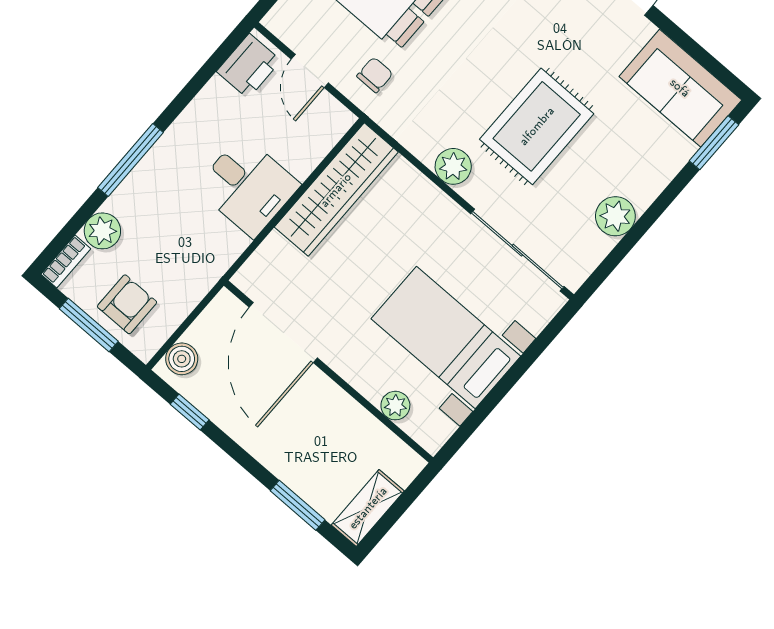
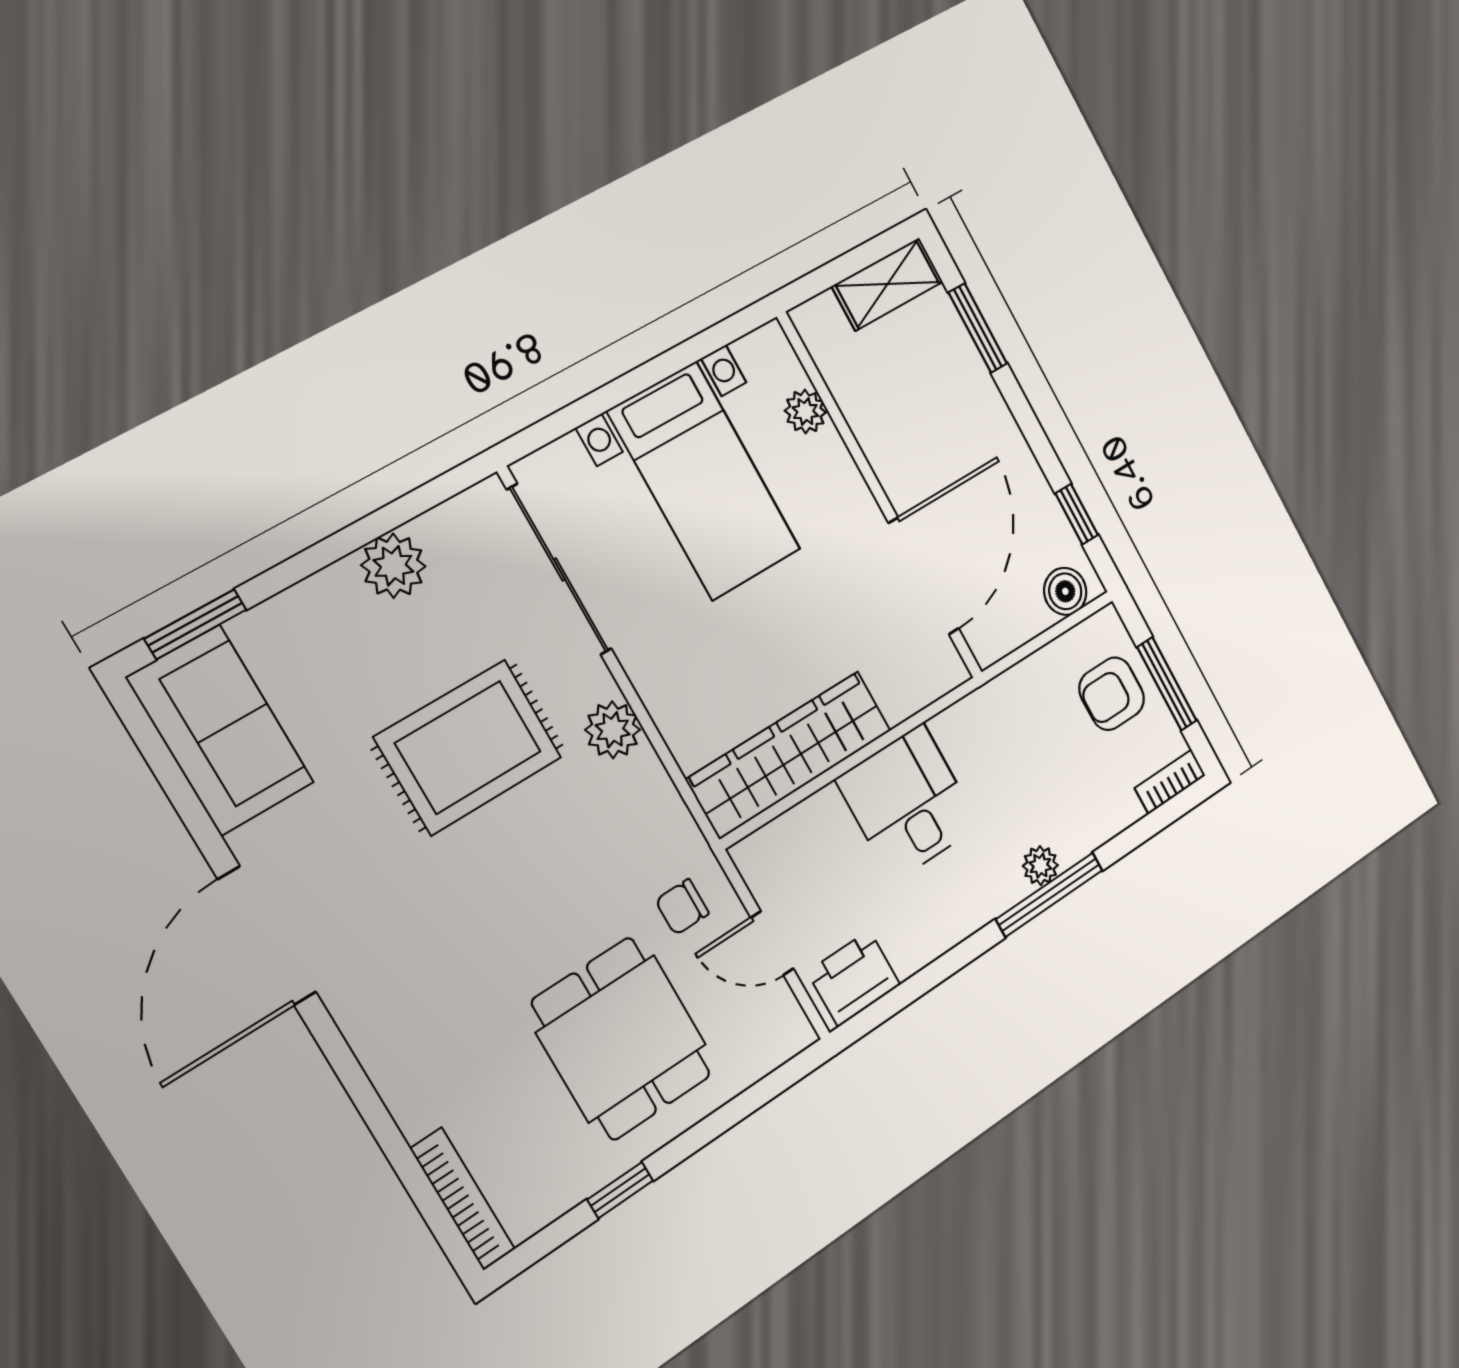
door: (310, 71) -> (772, 943), swing flipped
plant: (102, 231) -> (1040, 866), moved, width x0.73, depth x0.73

